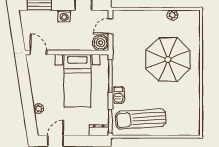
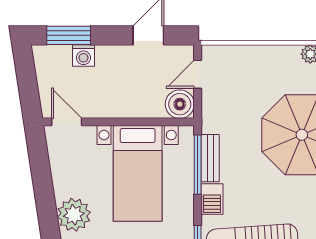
washing machine: (64, 16) -> (84, 56), moved
bench: (117, 72) -> (210, 158), added
plant: (39, 109) -> (74, 215), width x1.87, depth x1.87

